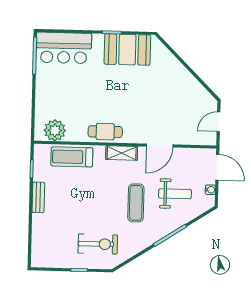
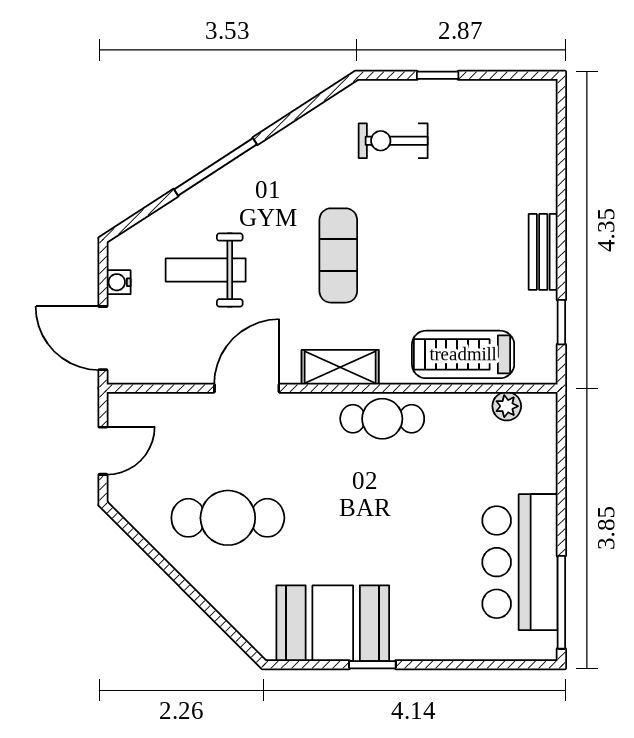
bar counter: (64, 48) -> (520, 562), moved, turned -90
cafe table: (169, 93) -> (228, 518), added
plant: (55, 130) -> (507, 406), width x0.53, depth x0.53
treadmill: (72, 157) -> (463, 354), turned 180
exercise mat: (136, 203) -> (338, 255), moved
exercise bike: (98, 244) -> (393, 141), width x0.73, depth x0.72

